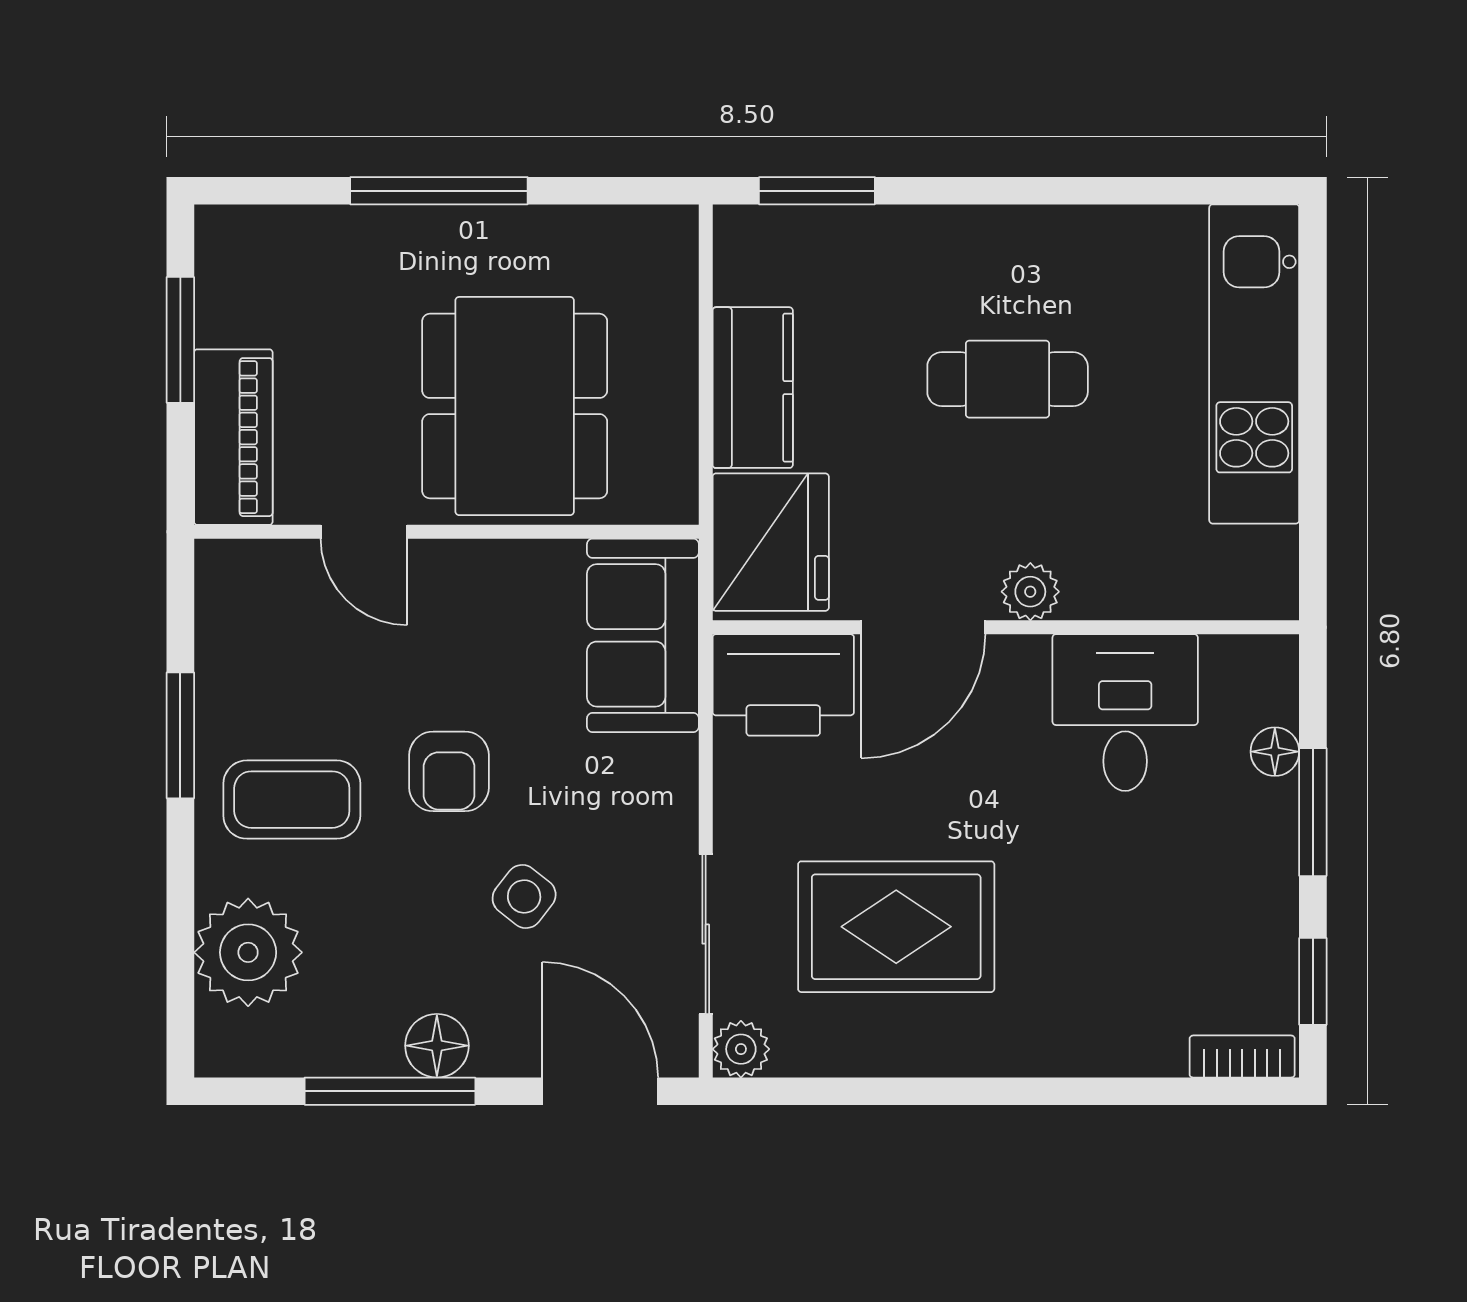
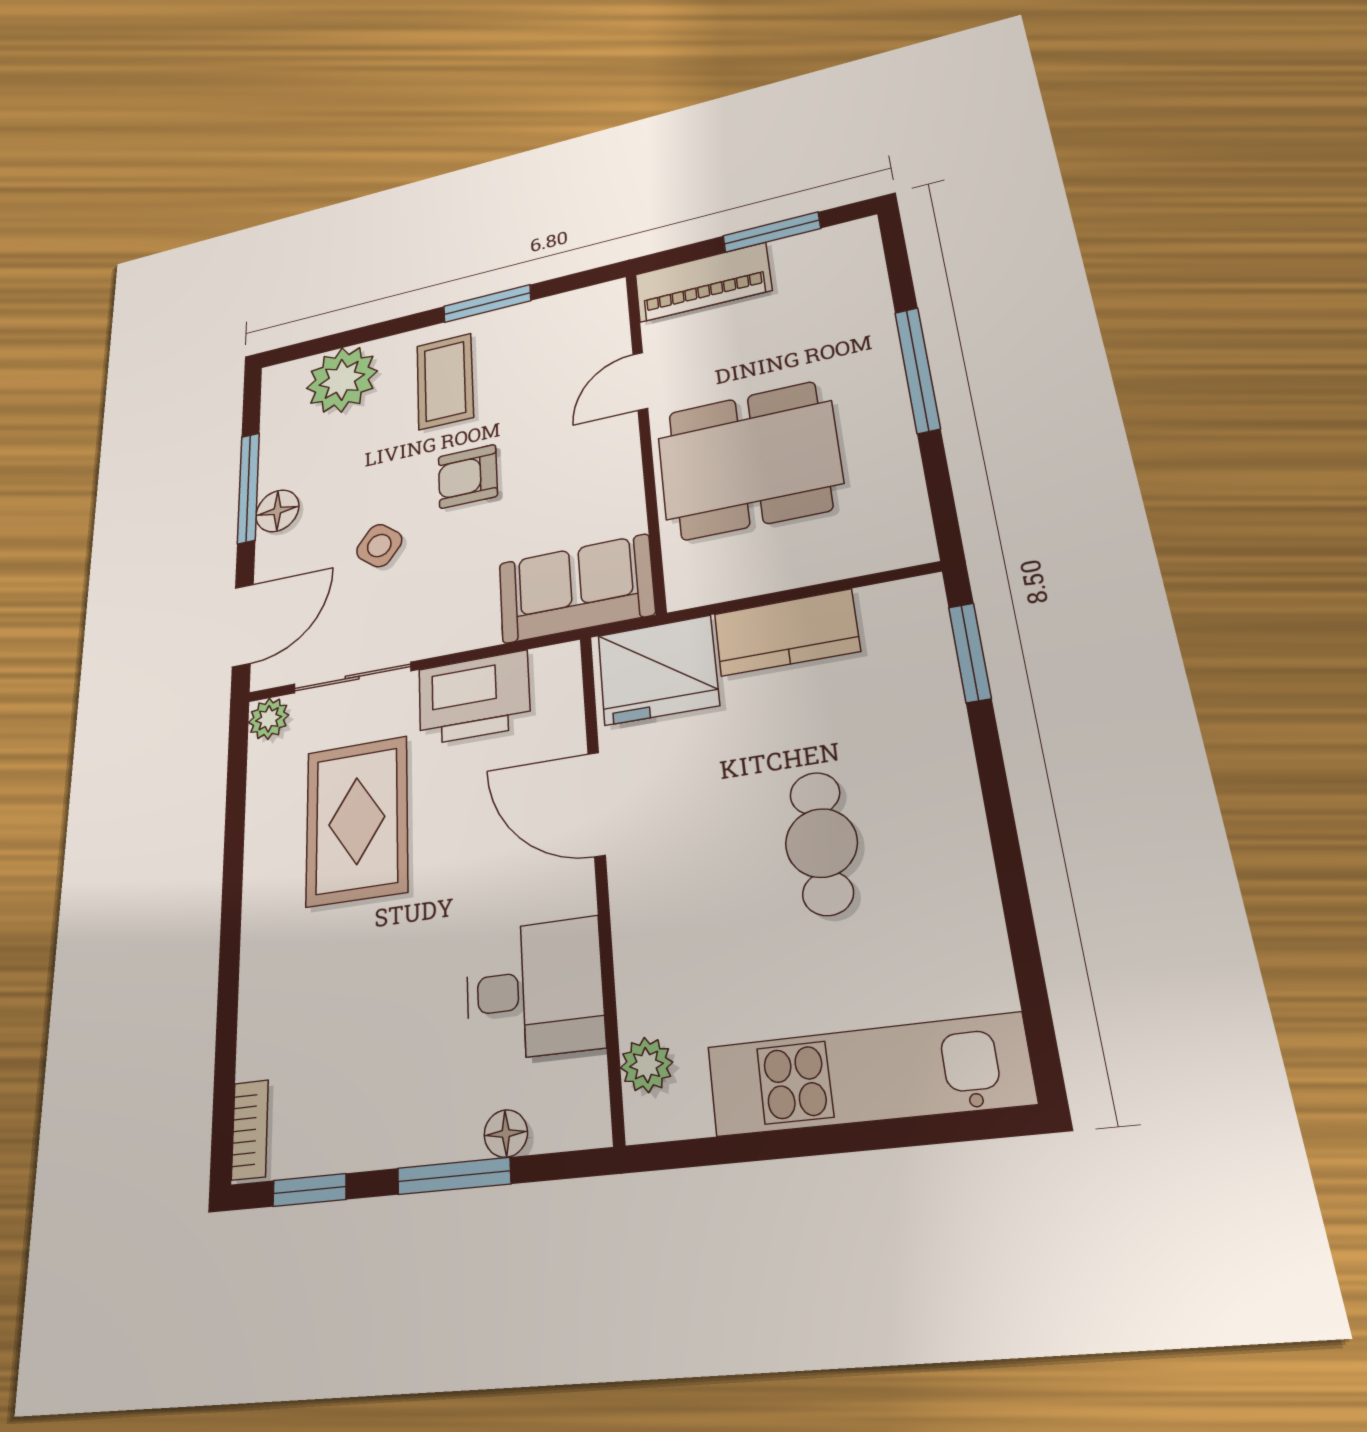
plant: (1030, 592) -> (647, 1065), moved
printer: (783, 685) -> (474, 698), moved, turned -90

